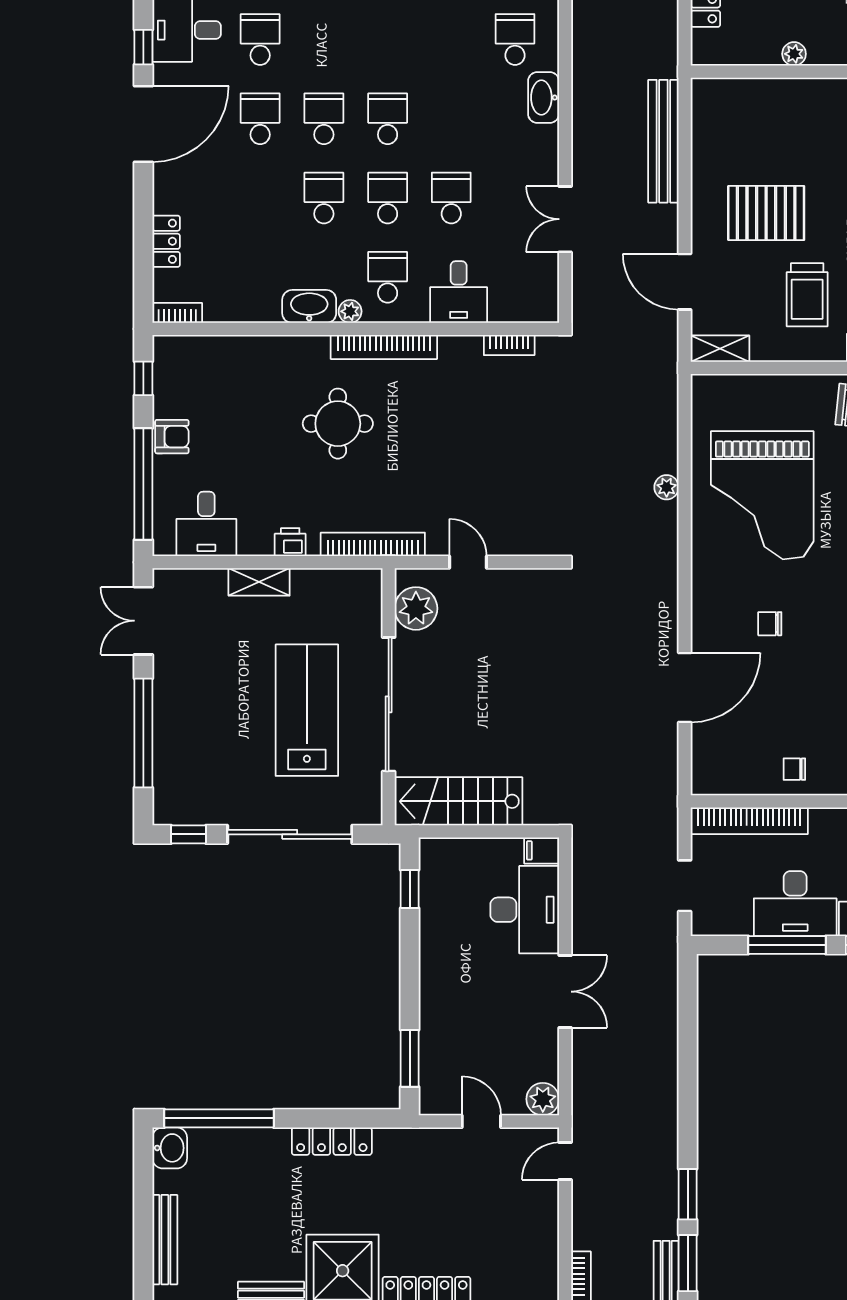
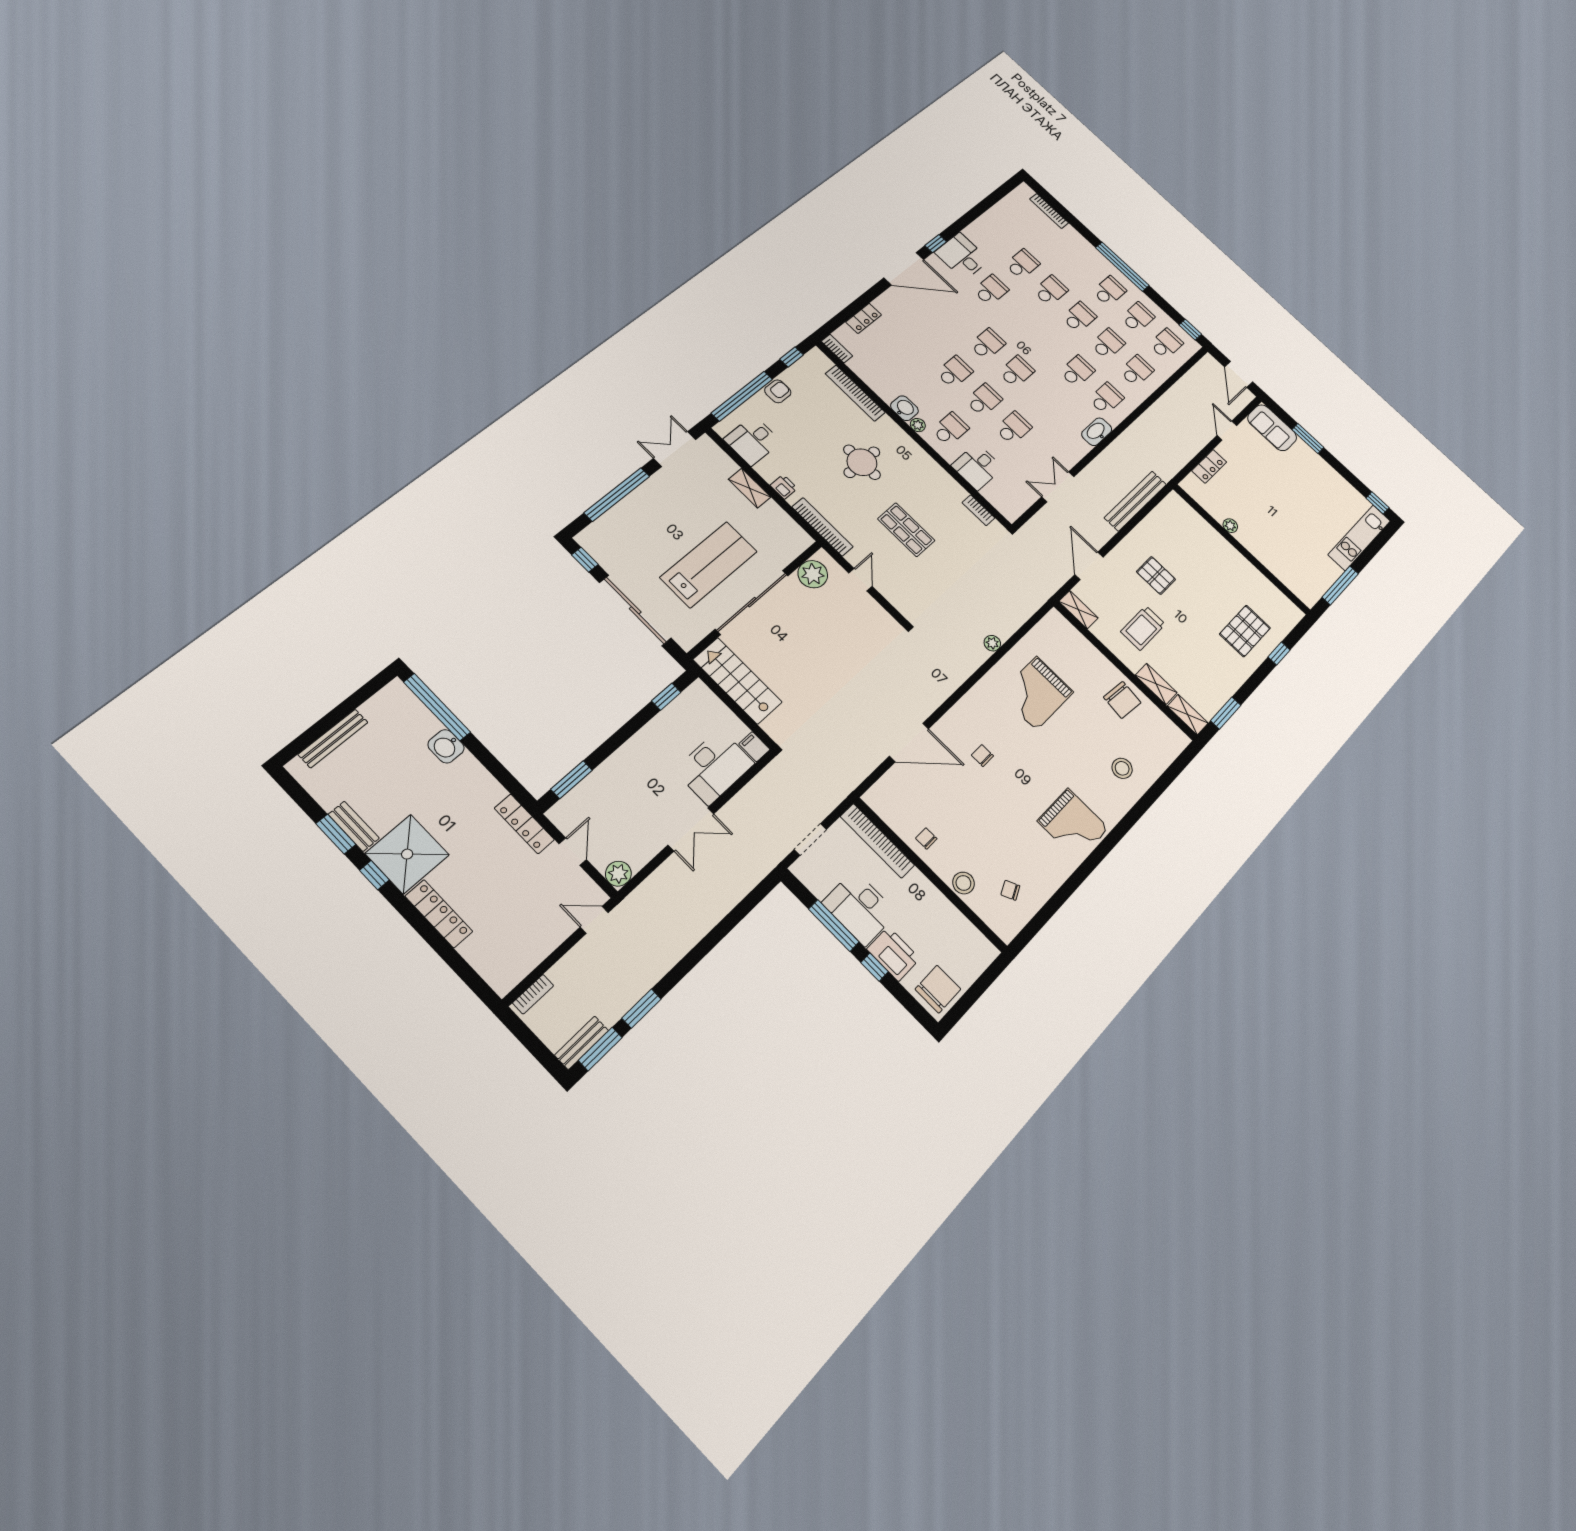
school desk: (260, 119) -> (1077, 371), moved
pallet: (766, 213) -> (1156, 575), width x0.67, depth x0.71
washbasin: (309, 306) -> (904, 408), width x0.72
bookcase: (384, 347) -> (855, 393), moved
armchair: (172, 437) -> (778, 391), turned -90
shop shelf: (458, 453) -> (906, 530), added
grand piano: (762, 495) -> (1036, 693), width x0.73, depth x0.68
locker: (332, 1141) -> (524, 824), moved
washbasin: (170, 1148) -> (446, 746), moved, turned 90

